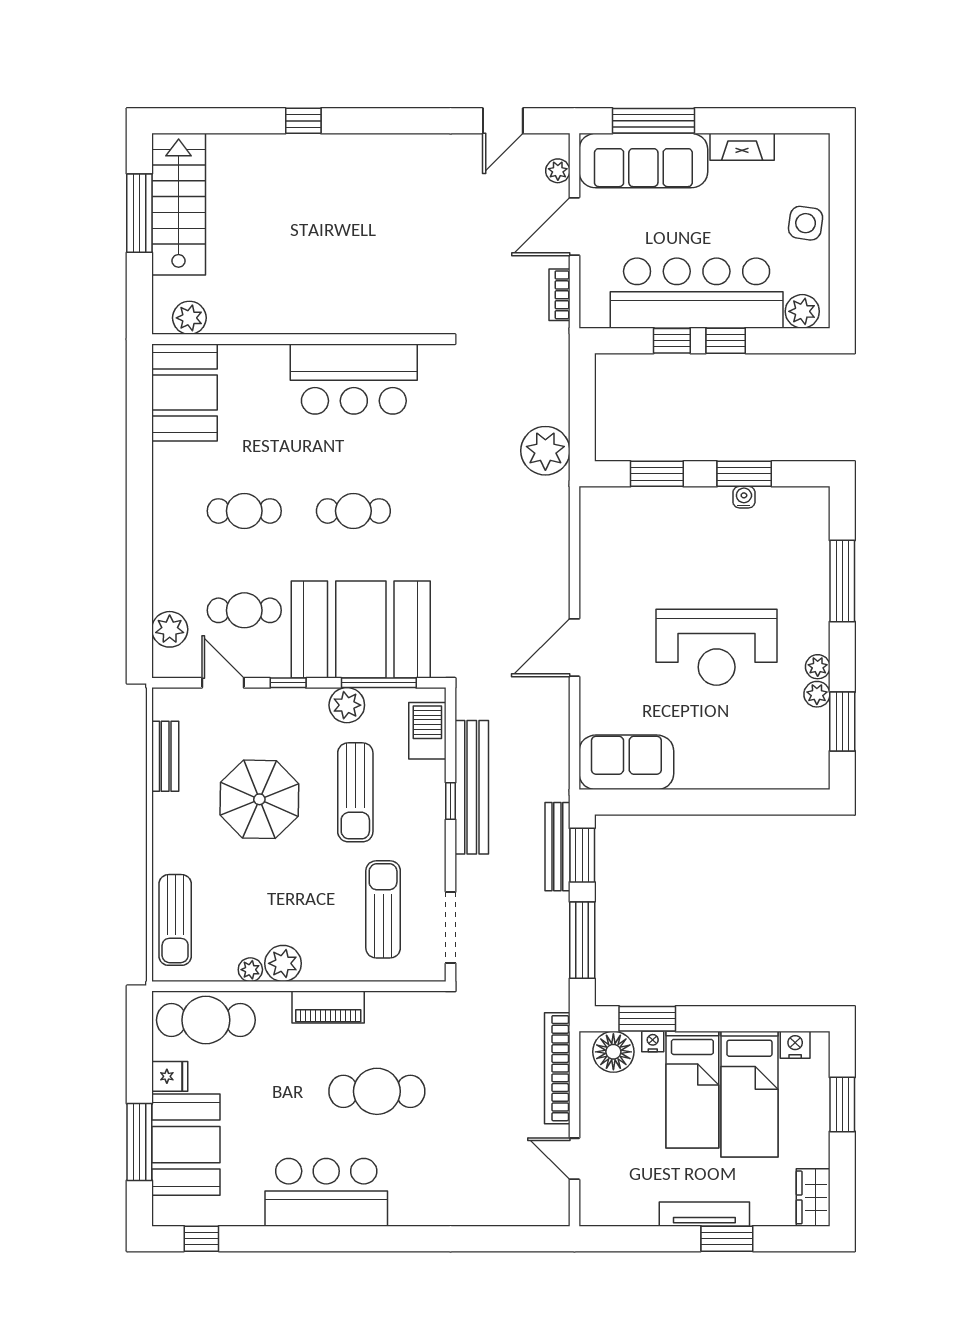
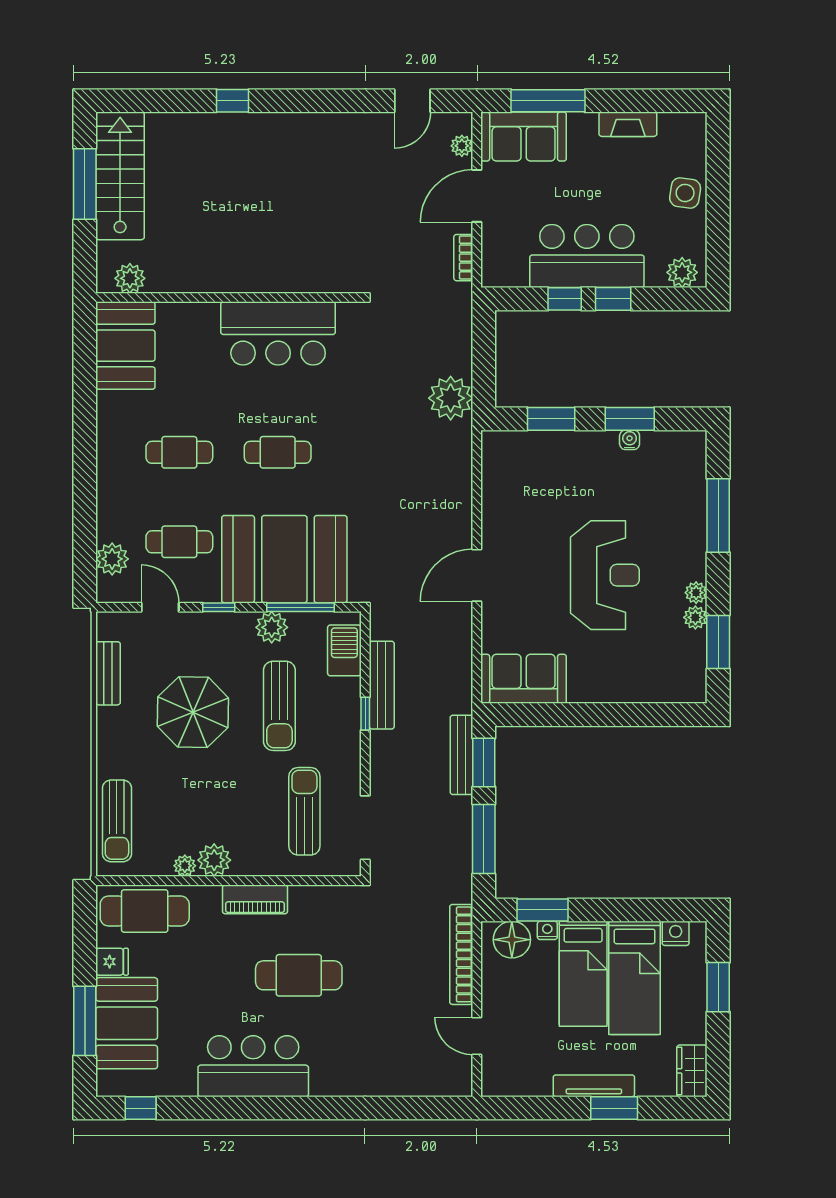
sofa: (643, 161) -> (524, 137), width x0.73
bar counter: (697, 293) -> (587, 256), width x0.73
reception desk: (717, 647) -> (605, 575), turned -90
bench: (472, 787) -> (382, 685), width x0.73, depth x0.82

